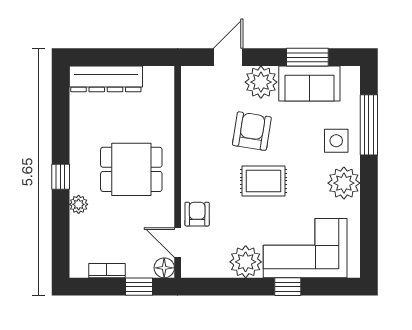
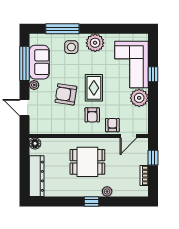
window: (307, 57) -> (24, 63), width x1.44
plant: (261, 82) -> (34, 85), width x0.53, depth x0.53
dining table: (131, 169) -> (87, 162), turned 90
armchair: (215, 178) -> (92, 115), added
armchair: (197, 214) -> (112, 125), turned 90
floor lamp: (164, 268) -> (35, 143), moved

